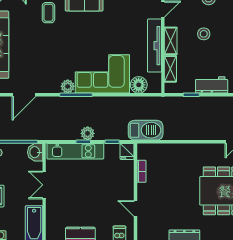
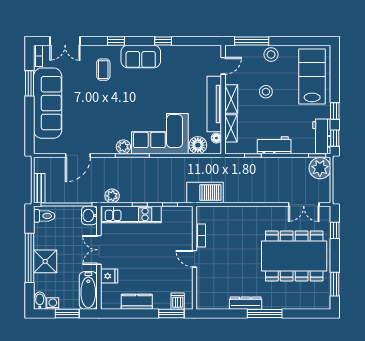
floor lamp: (156, 78) -> (216, 138), added
plant: (88, 133) -> (112, 196), moved
fridge: (127, 151) -> (109, 276), moved, turned -90
door: (135, 208) -> (194, 259), moved

